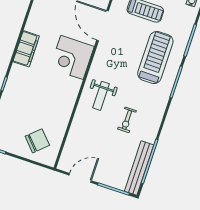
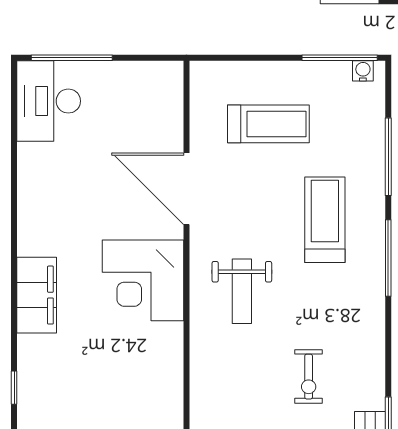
treadmill: (155, 57) -> (325, 220), width x0.73, depth x0.73
weight bench: (101, 96) -> (242, 291), moved

